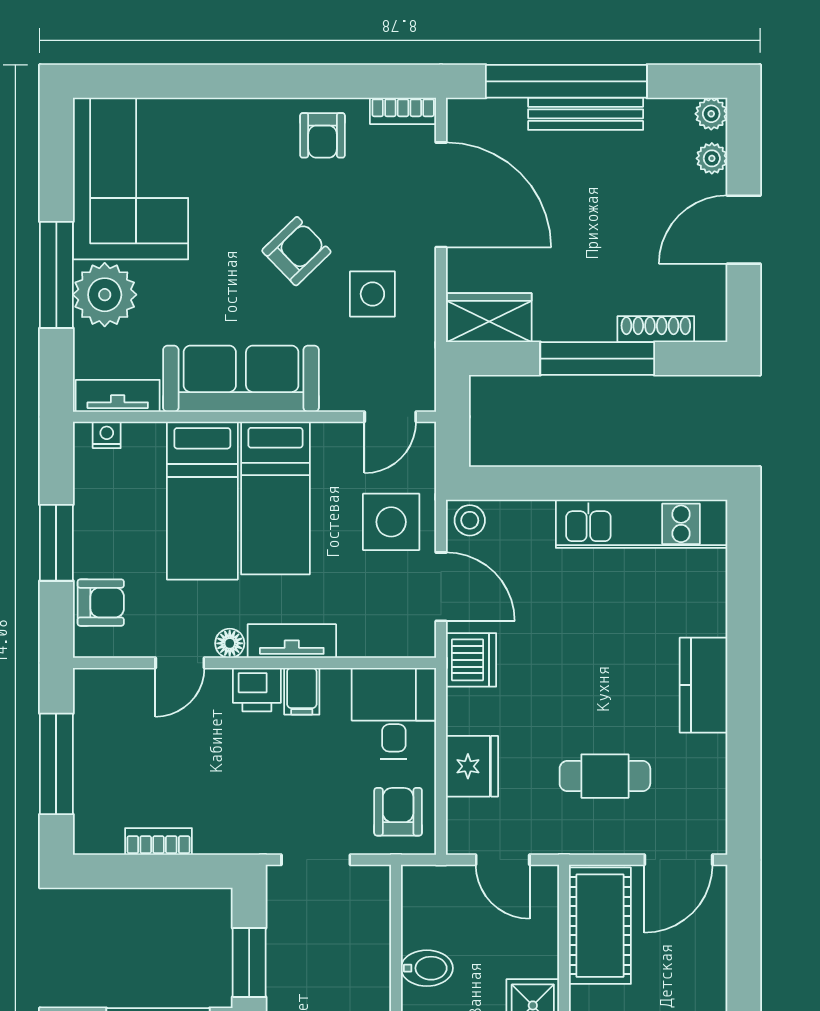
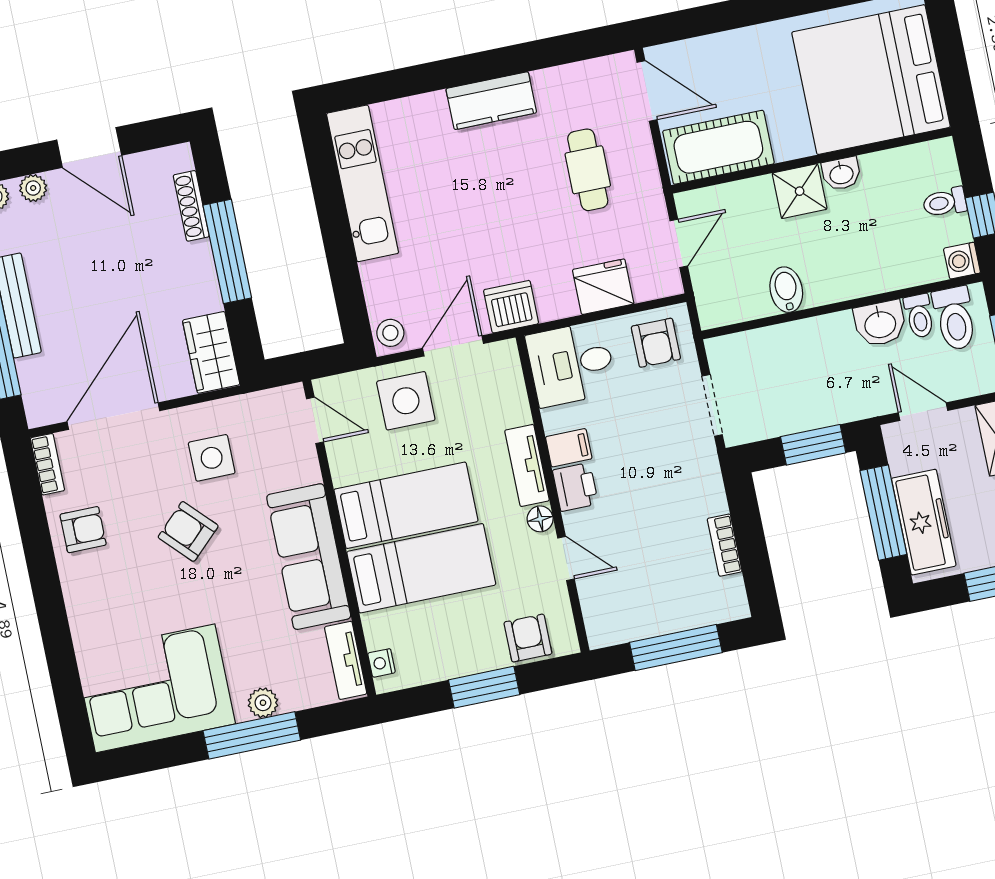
plant: (105, 295) -> (263, 703), width x0.53, depth x0.53
armchair: (398, 812) -> (656, 343), turned -90

